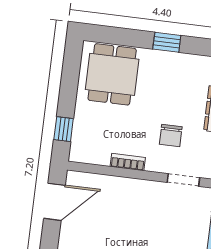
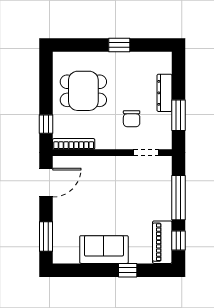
dining table: (112, 74) -> (83, 91), moved, turned 90
bookcase: (128, 162) -> (74, 144), moved, width x1.56

